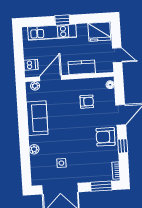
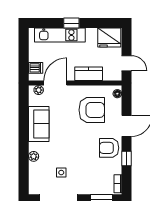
armchair: (87, 102) -> (92, 110), width x1.88, depth x1.88

